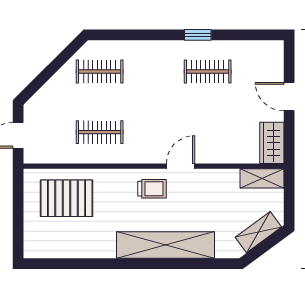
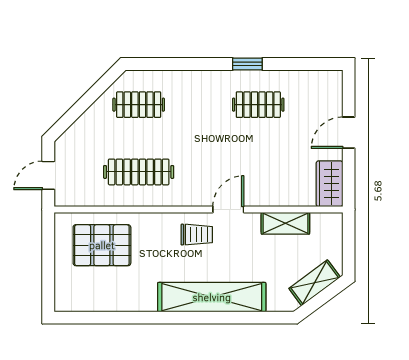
door: (289, 97) -> (349, 133), hinge flipped
clothes rail: (100, 132) -> (139, 172), width x1.36
shelving: (262, 178) -> (285, 223), moved

